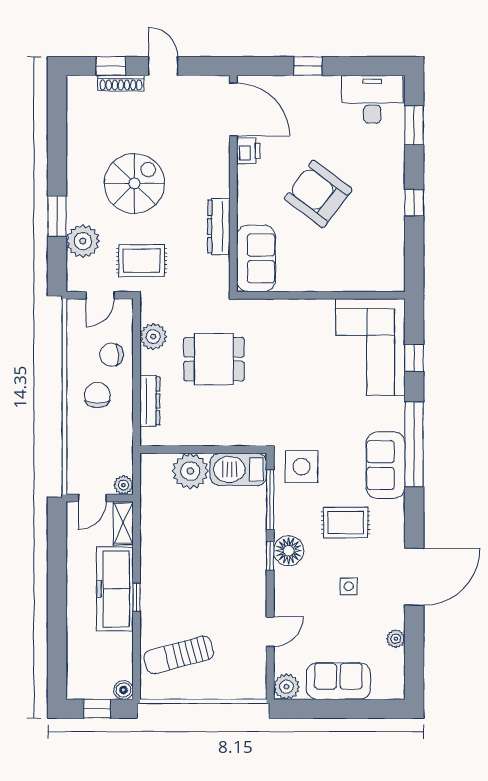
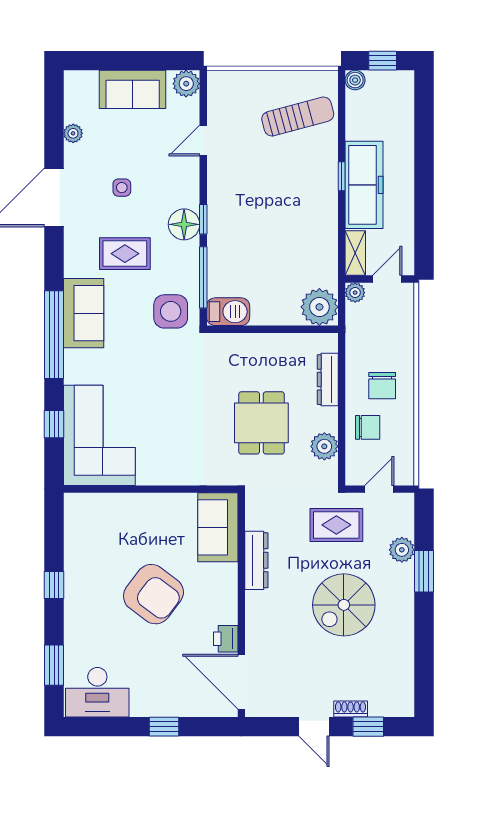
shoe rack: (121, 83) -> (351, 709), width x0.70
plant: (83, 241) -> (402, 550), width x0.73, depth x0.73
dining table: (214, 359) -> (261, 423), turned 90
barbecue: (238, 469) -> (228, 312), width x0.73, depth x0.83
plant: (190, 471) -> (319, 307), moved

